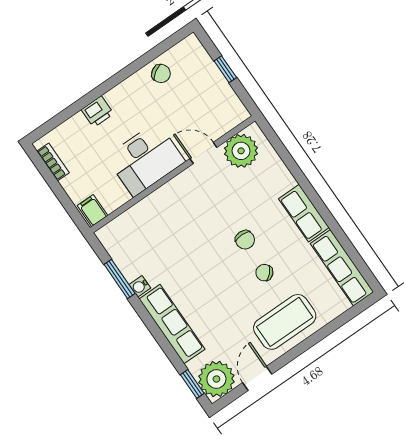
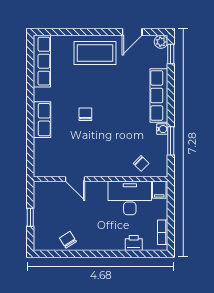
printer: (97, 112) -> (134, 243), moved
plant: (241, 151) -> (53, 166), removed
desk: (145, 159) -> (130, 198), moved
row of seats: (304, 213) -> (42, 120), moved
chair: (264, 273) -> (141, 163), moved
plant: (216, 379) -> (161, 42), width x0.53, depth x0.53

